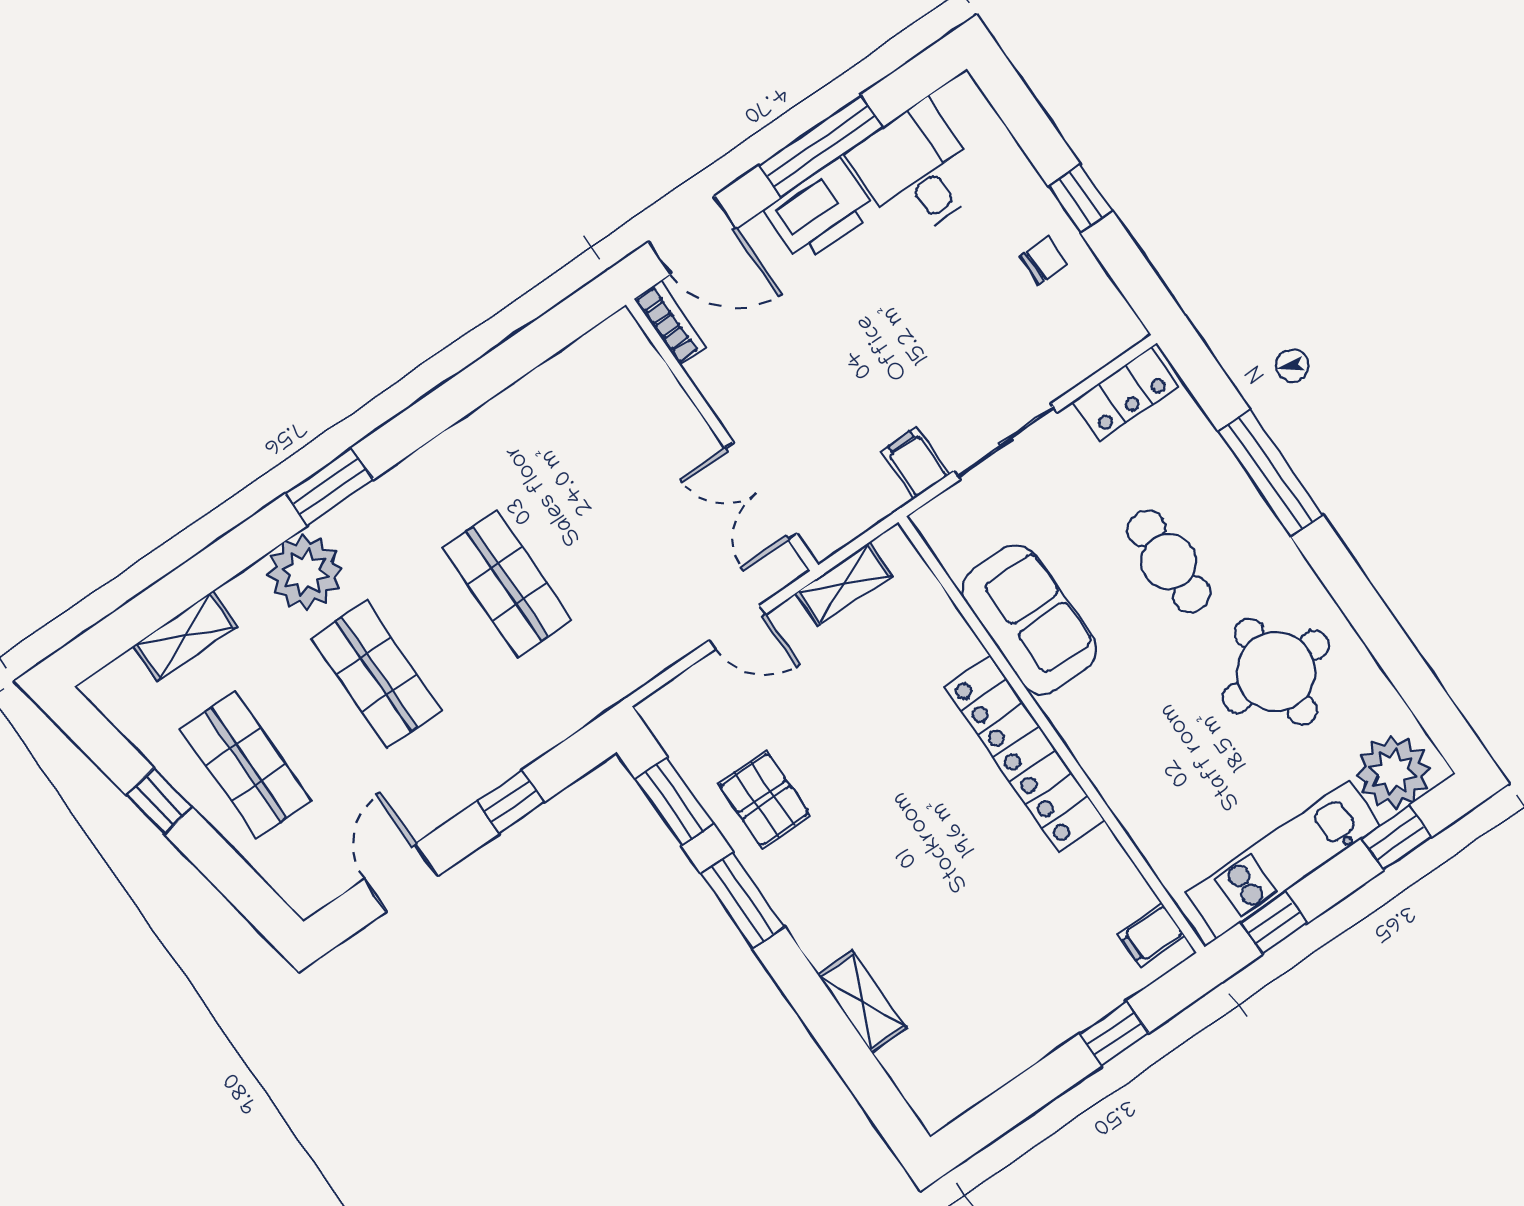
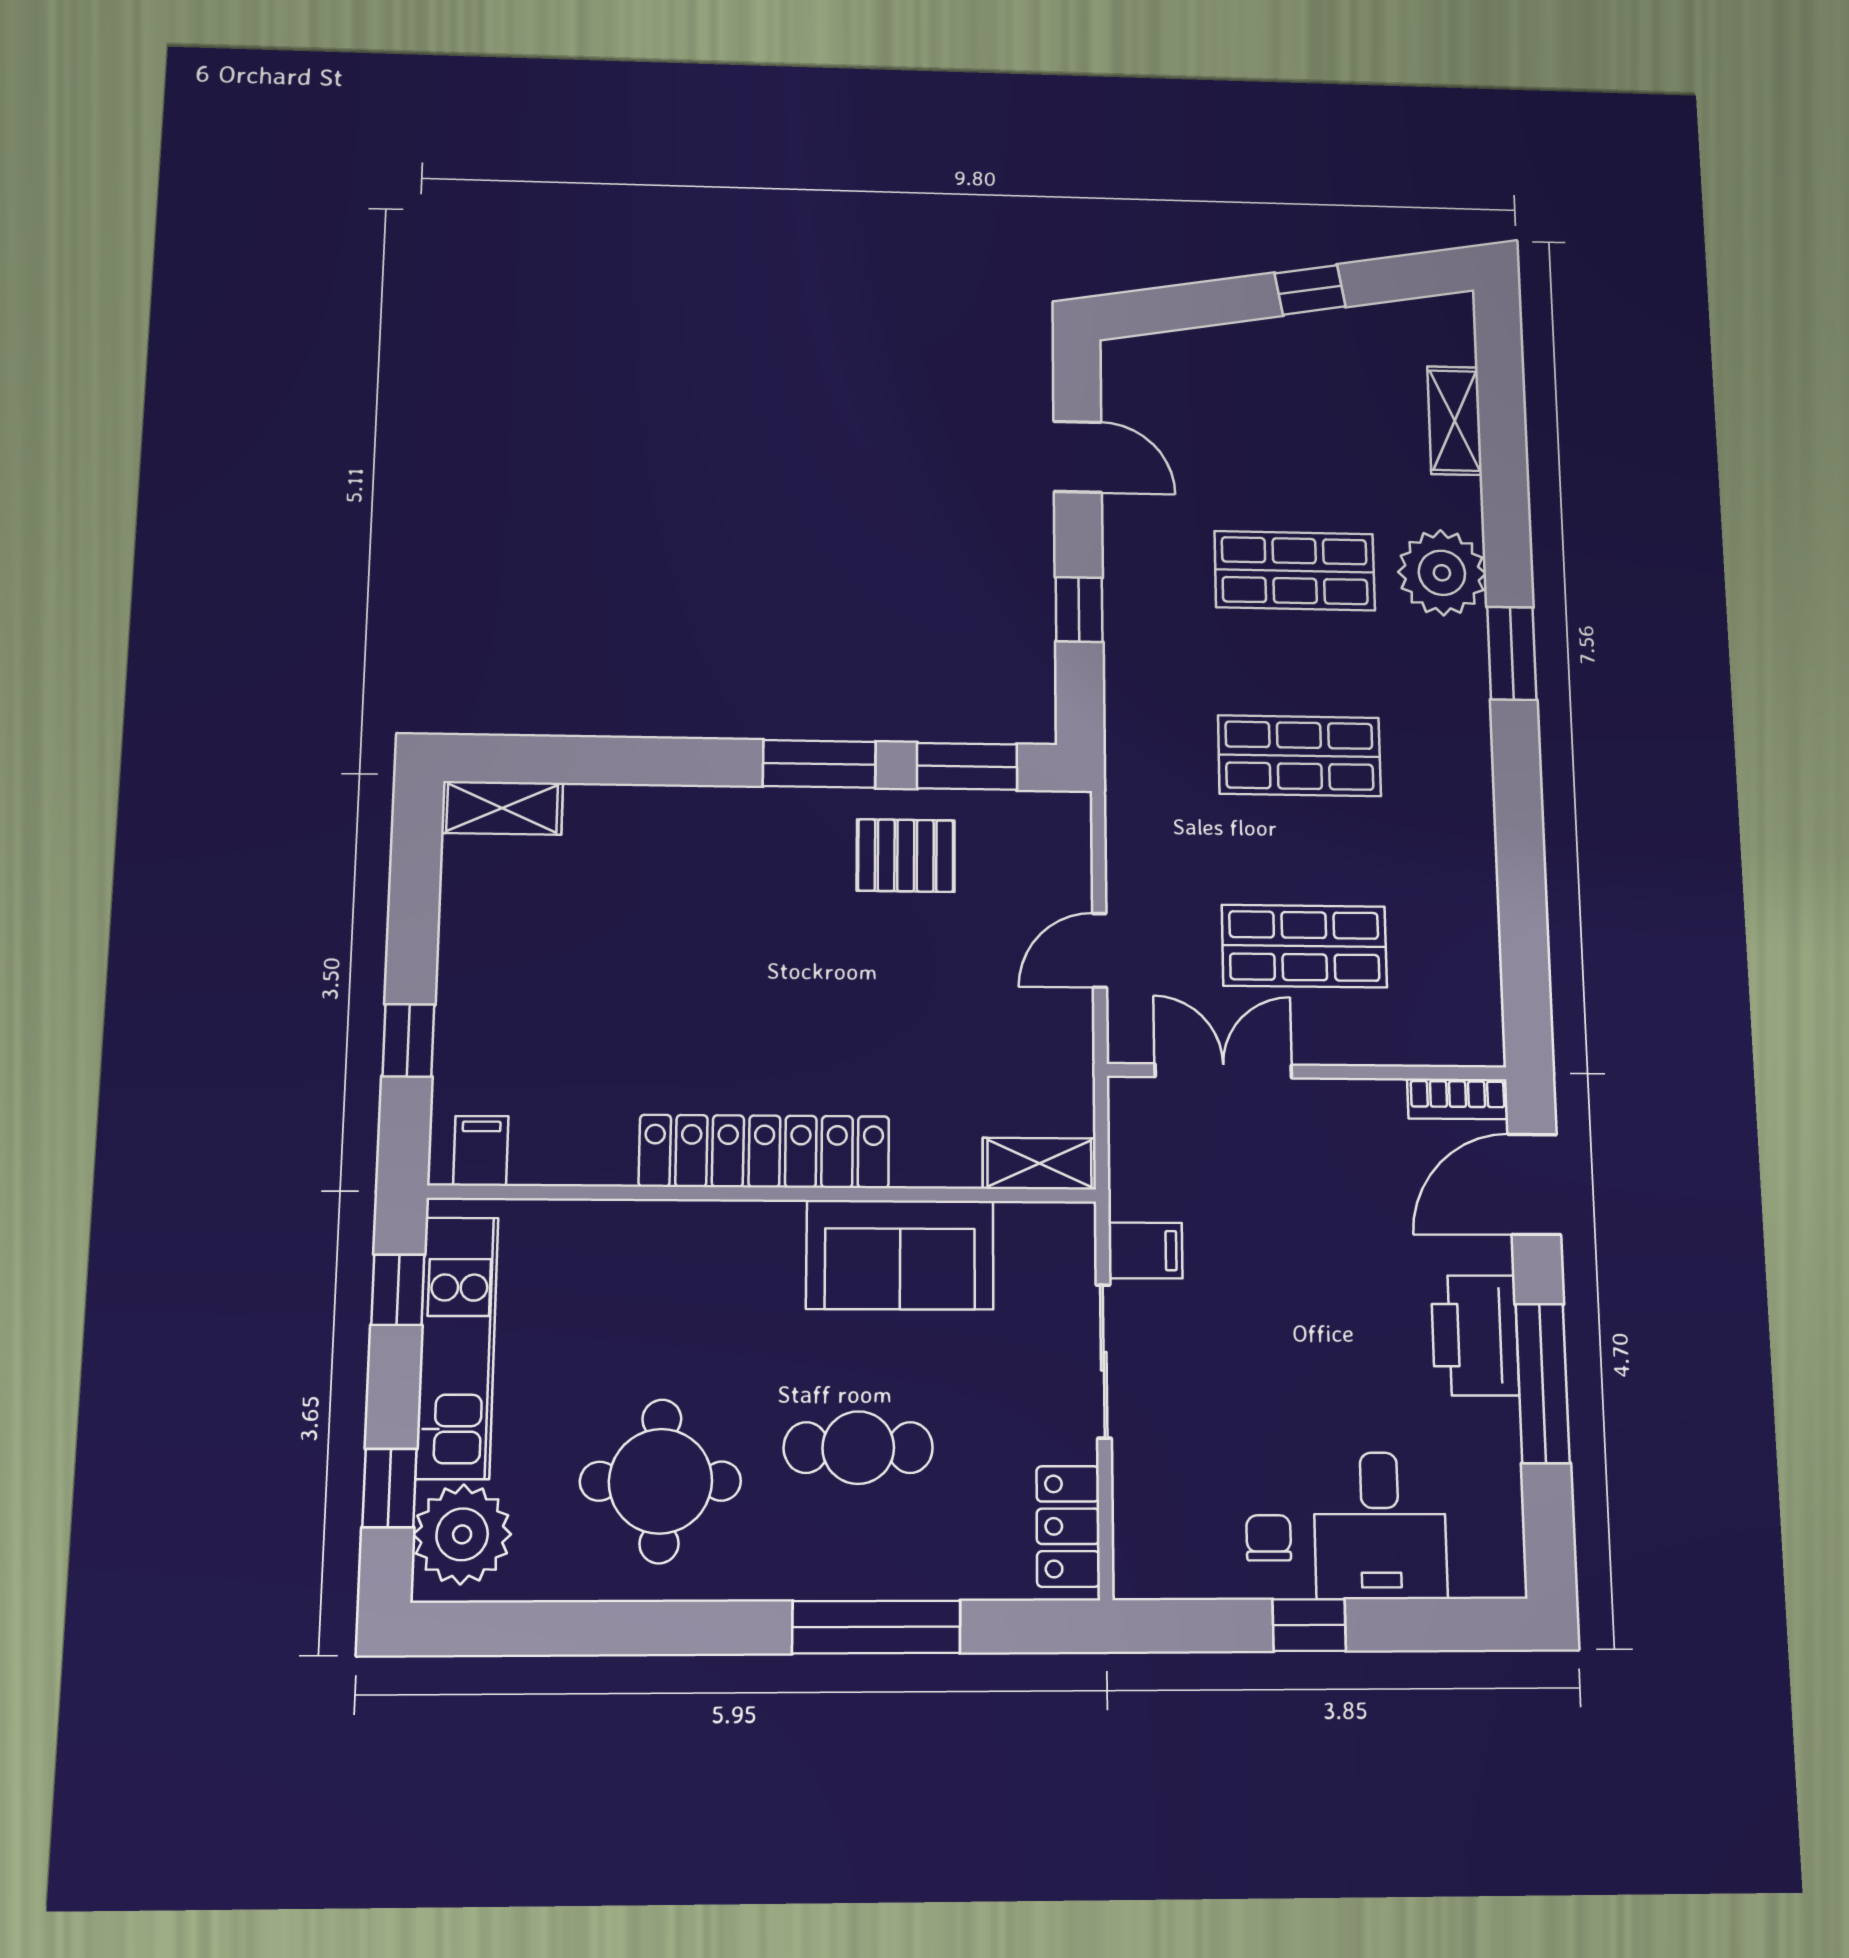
desk: (917, 171) -> (1380, 1526), moved, turned 90
chair: (1044, 261) -> (1269, 1538), turned 180
shelving: (844, 584) -> (1039, 1164), moved, turned 90
shop shelf: (246, 765) -> (1304, 946), moved
shelving: (862, 1001) -> (502, 808), moved

